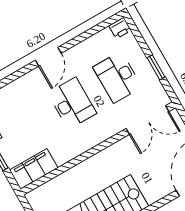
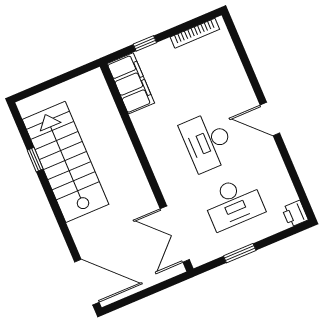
desk: (117, 77) -> (233, 203), turned 180
desk: (72, 103) -> (208, 142), turned 90

